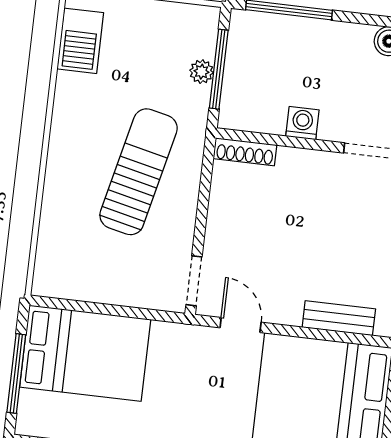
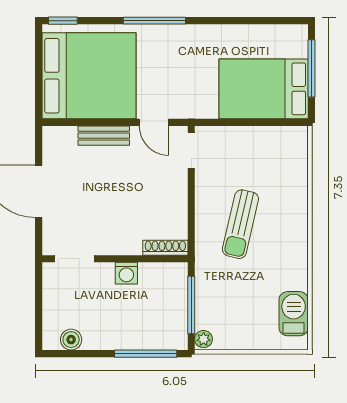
plant: (202, 72) -> (204, 339), moved
sun lounger: (139, 172) -> (240, 224), width x0.73, depth x0.75
bench: (339, 318) -> (104, 136), moved

